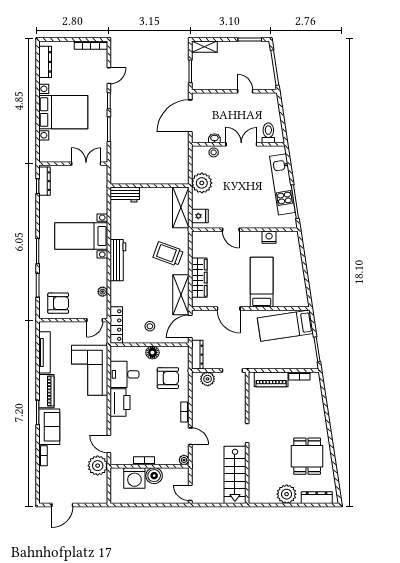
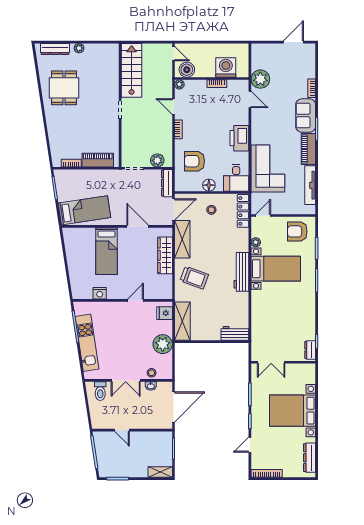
dresser: (45, 181) -> (310, 350), width x0.70
door: (231, 230) -> (136, 300), hinge flipped
bed with nightstands: (81, 236) -> (276, 269), moved
desk: (124, 374) -> (236, 178), moved, turned 90
boiler: (154, 476) -> (187, 70), moved
plant: (287, 494) -> (79, 48), width x0.53, depth x0.53

